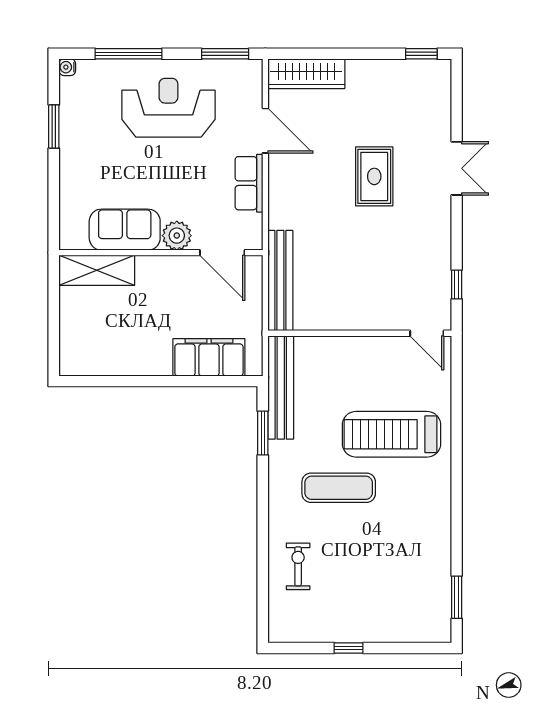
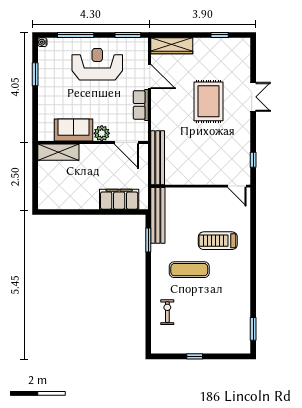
window: (421, 54) -> (220, 35), moved
rug: (374, 176) -> (208, 101), width x1.36, depth x1.43
treadmill: (391, 434) -> (218, 241), width x0.73, depth x0.73

